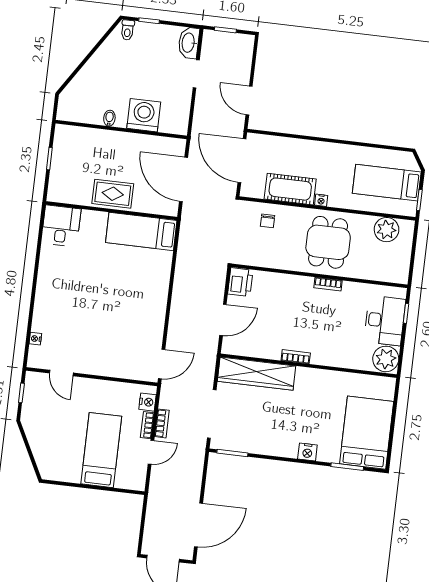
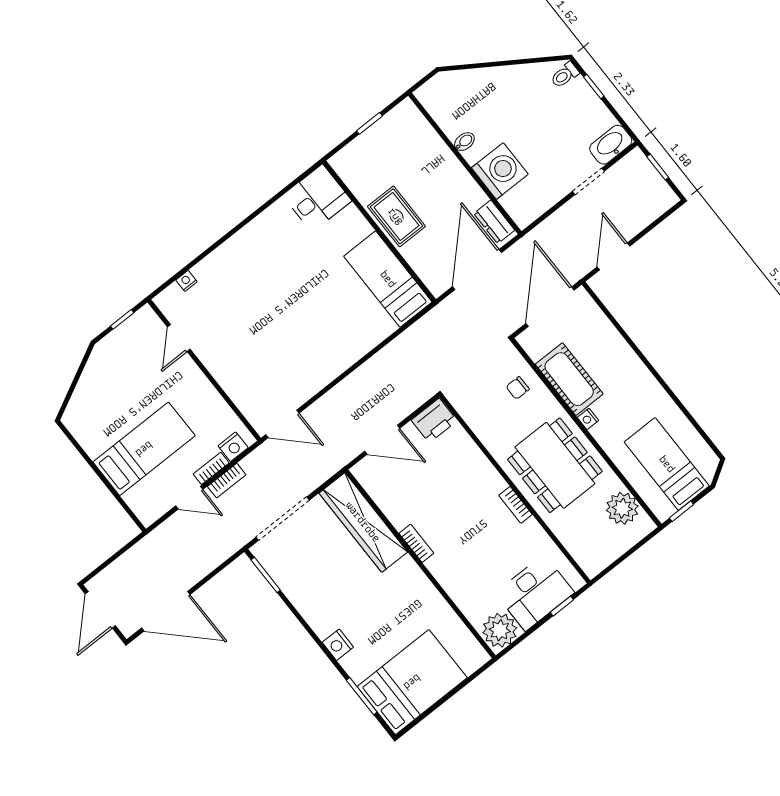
dresser: (168, 145) -> (494, 222), added
dining table: (328, 242) -> (555, 465), width x1.38

